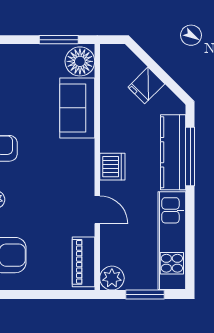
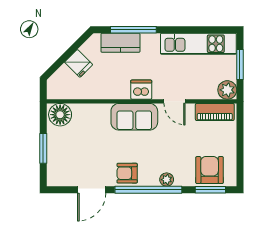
window: (59, 40) -> (43, 148), moved
sofa: (77, 108) -> (134, 117), moved
kitchen counter: (173, 152) -> (120, 43), width x0.67
door: (97, 210) -> (175, 101), swing flipped

